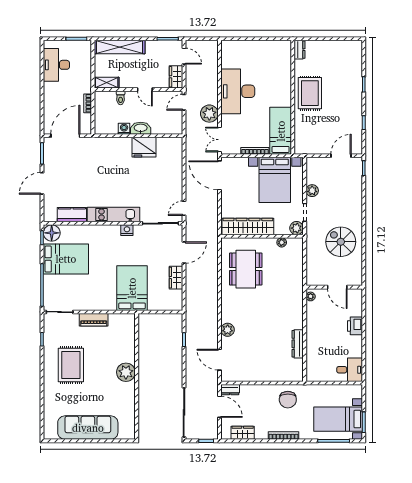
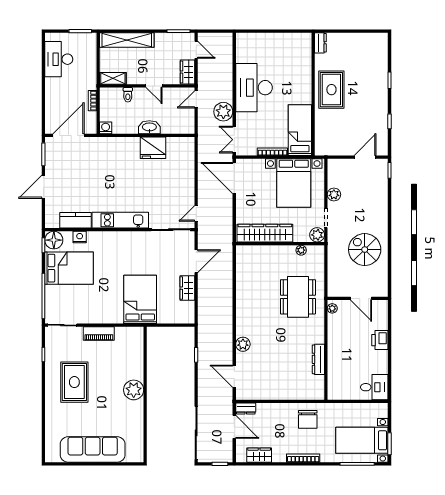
washing machine: (124, 129) -> (106, 128), moved
nightstand: (127, 230) -> (80, 237), moved
dining table: (246, 269) -> (298, 297), moved

